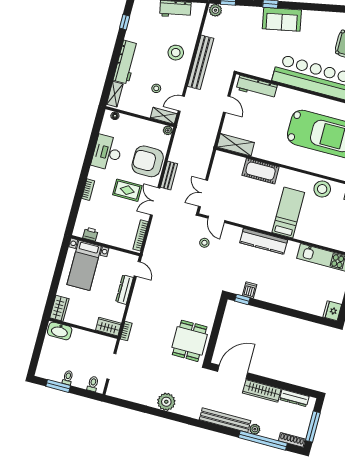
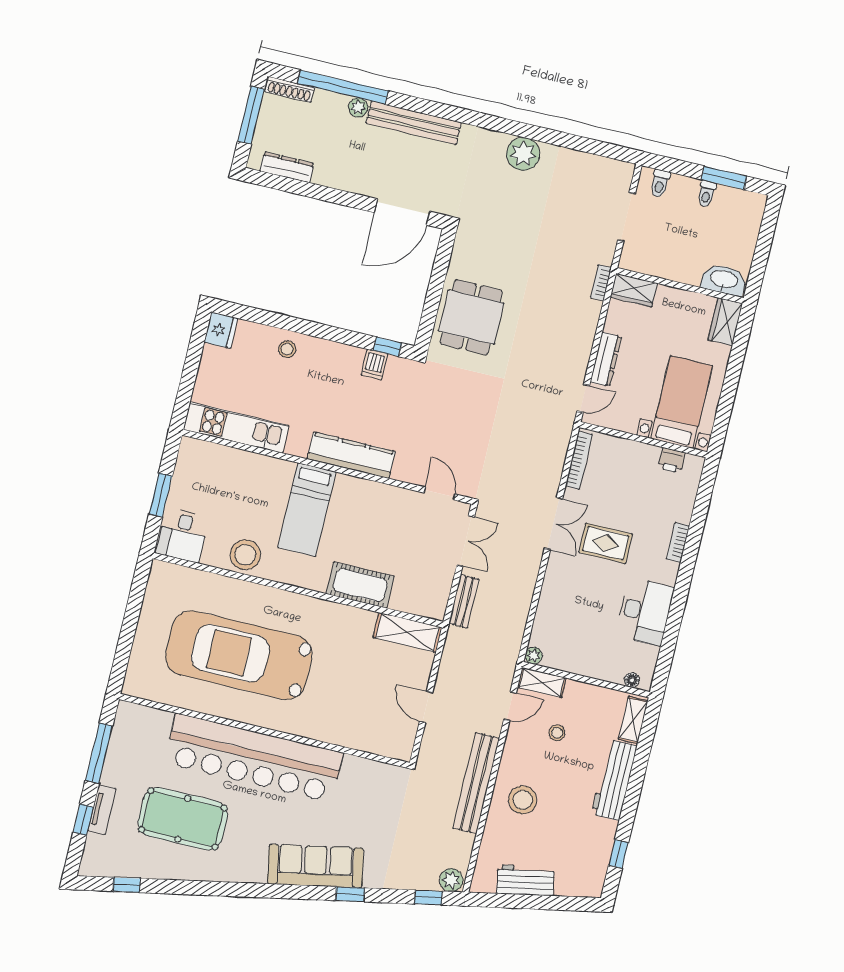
sofa: (282, 19) -> (316, 866), width x1.36
workbench: (257, 87) -> (371, 740), removed
armchair: (148, 161) -> (569, 597), removed
bench: (169, 175) -> (464, 601), moved
stool: (204, 243) -> (287, 349), moved
door: (137, 269) -> (583, 398), swing flipped
dining table: (190, 341) -> (471, 317), moved
wardrobe: (262, 391) -> (347, 179), removed

